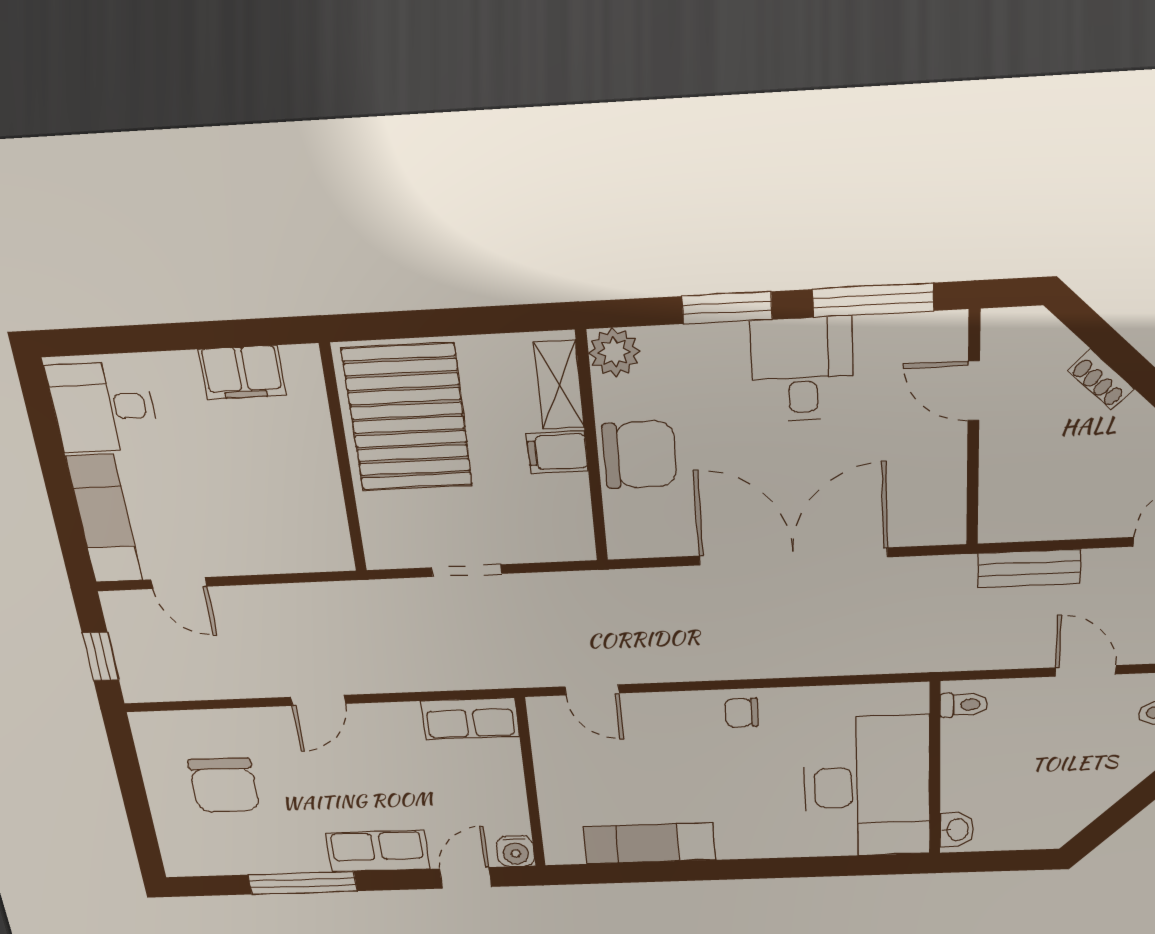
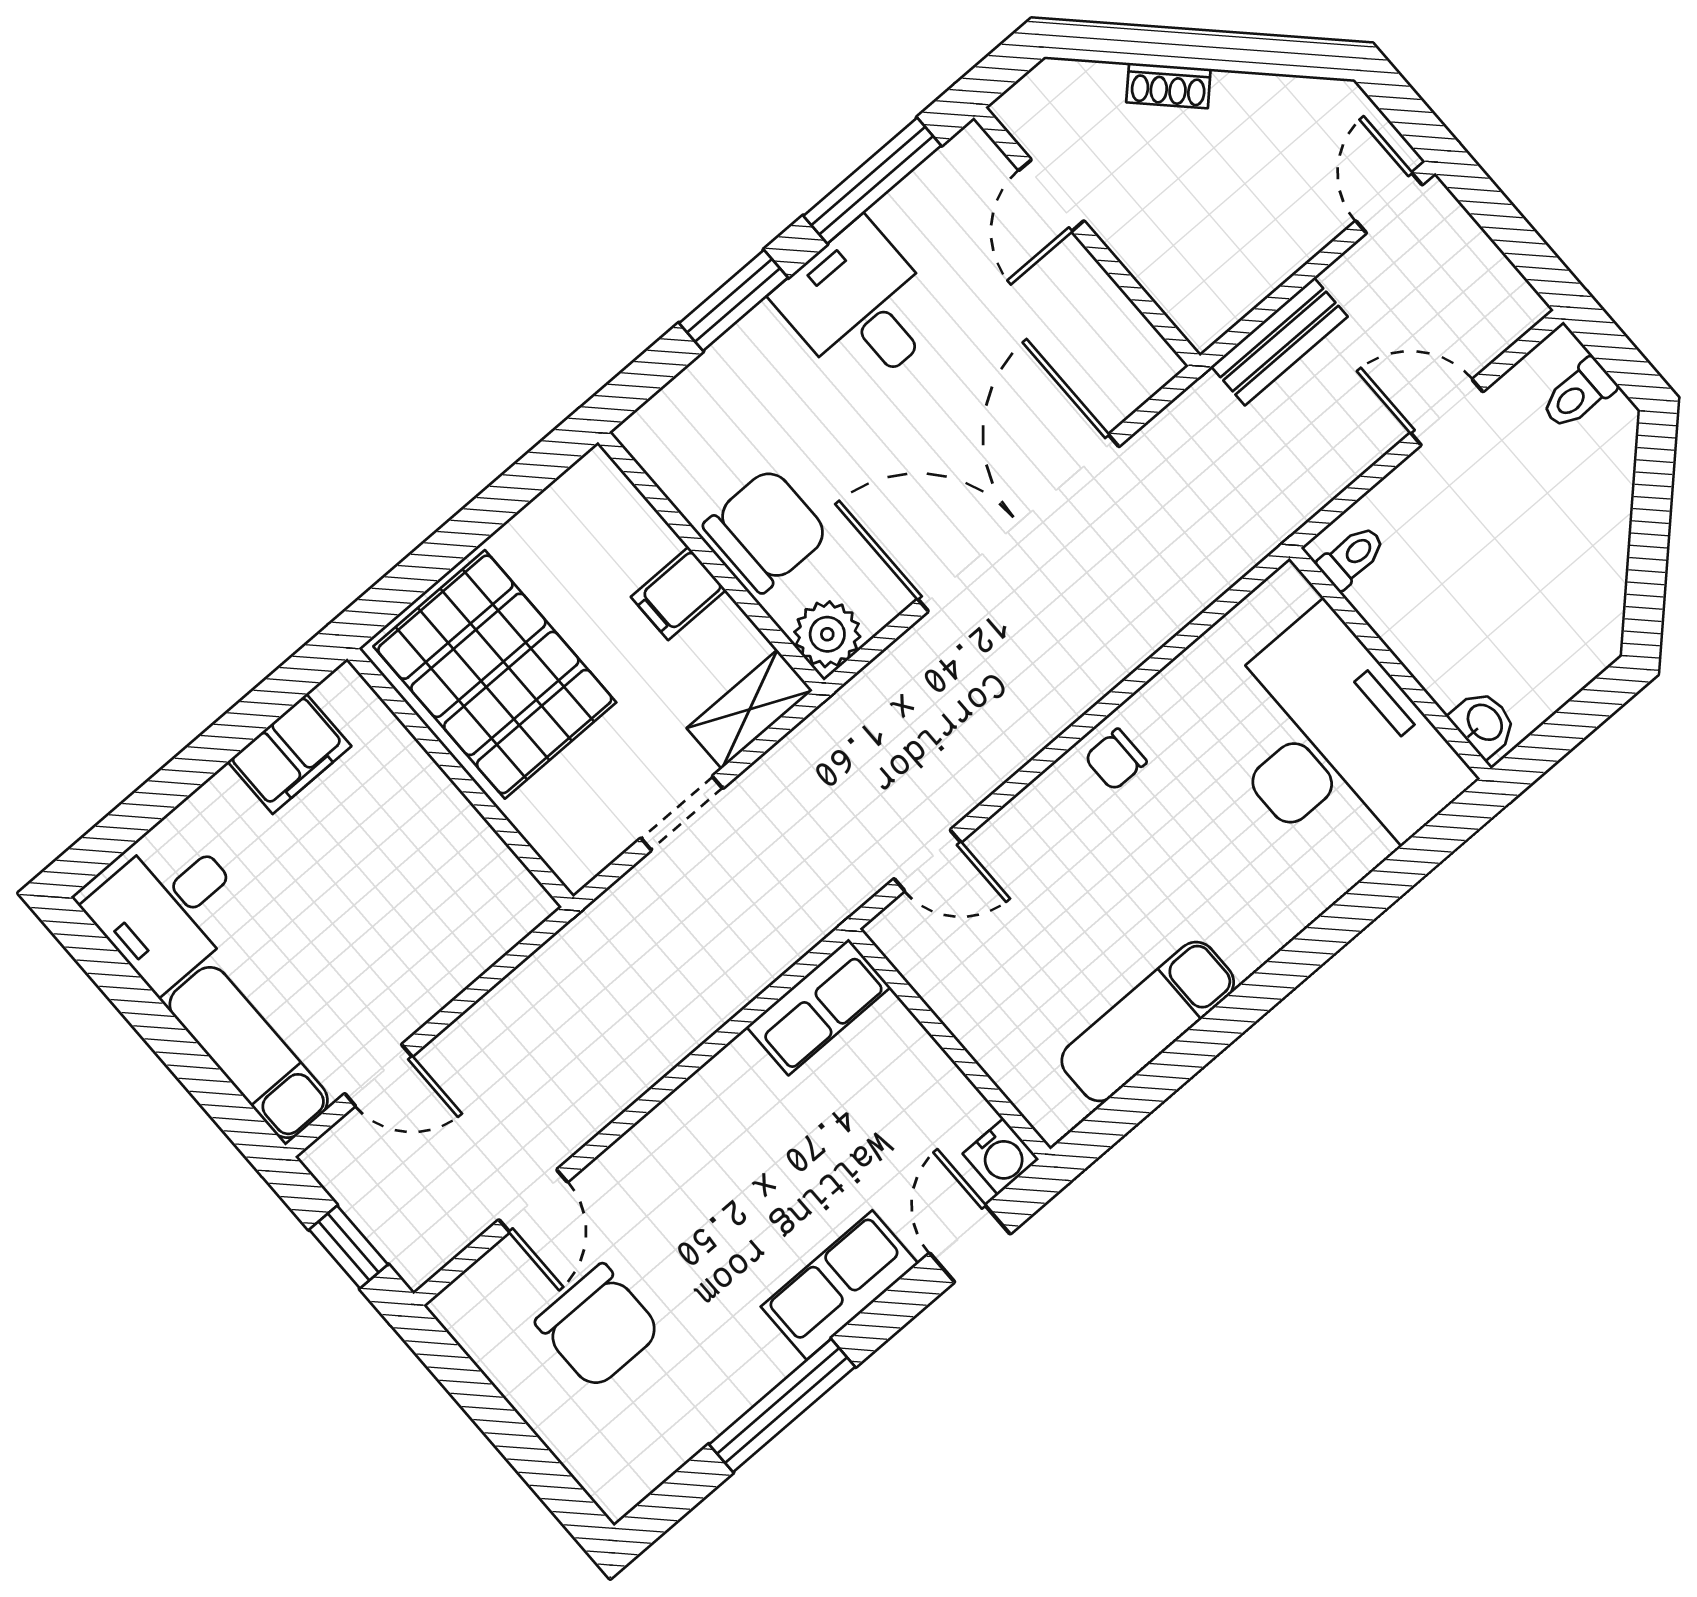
plant: (614, 352) -> (827, 634), moved
shelving: (559, 385) -> (750, 709), moved, turned 90
door: (974, 391) -> (1051, 196), hinge flipped
door: (318, 700) -> (533, 1201), moved

